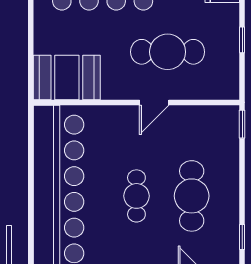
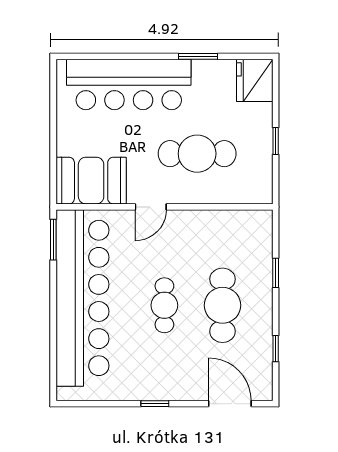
door: (154, 102) -> (151, 207), moved
window: (242, 124) -> (276, 273), moved
window: (31, 134) -> (53, 240), added

